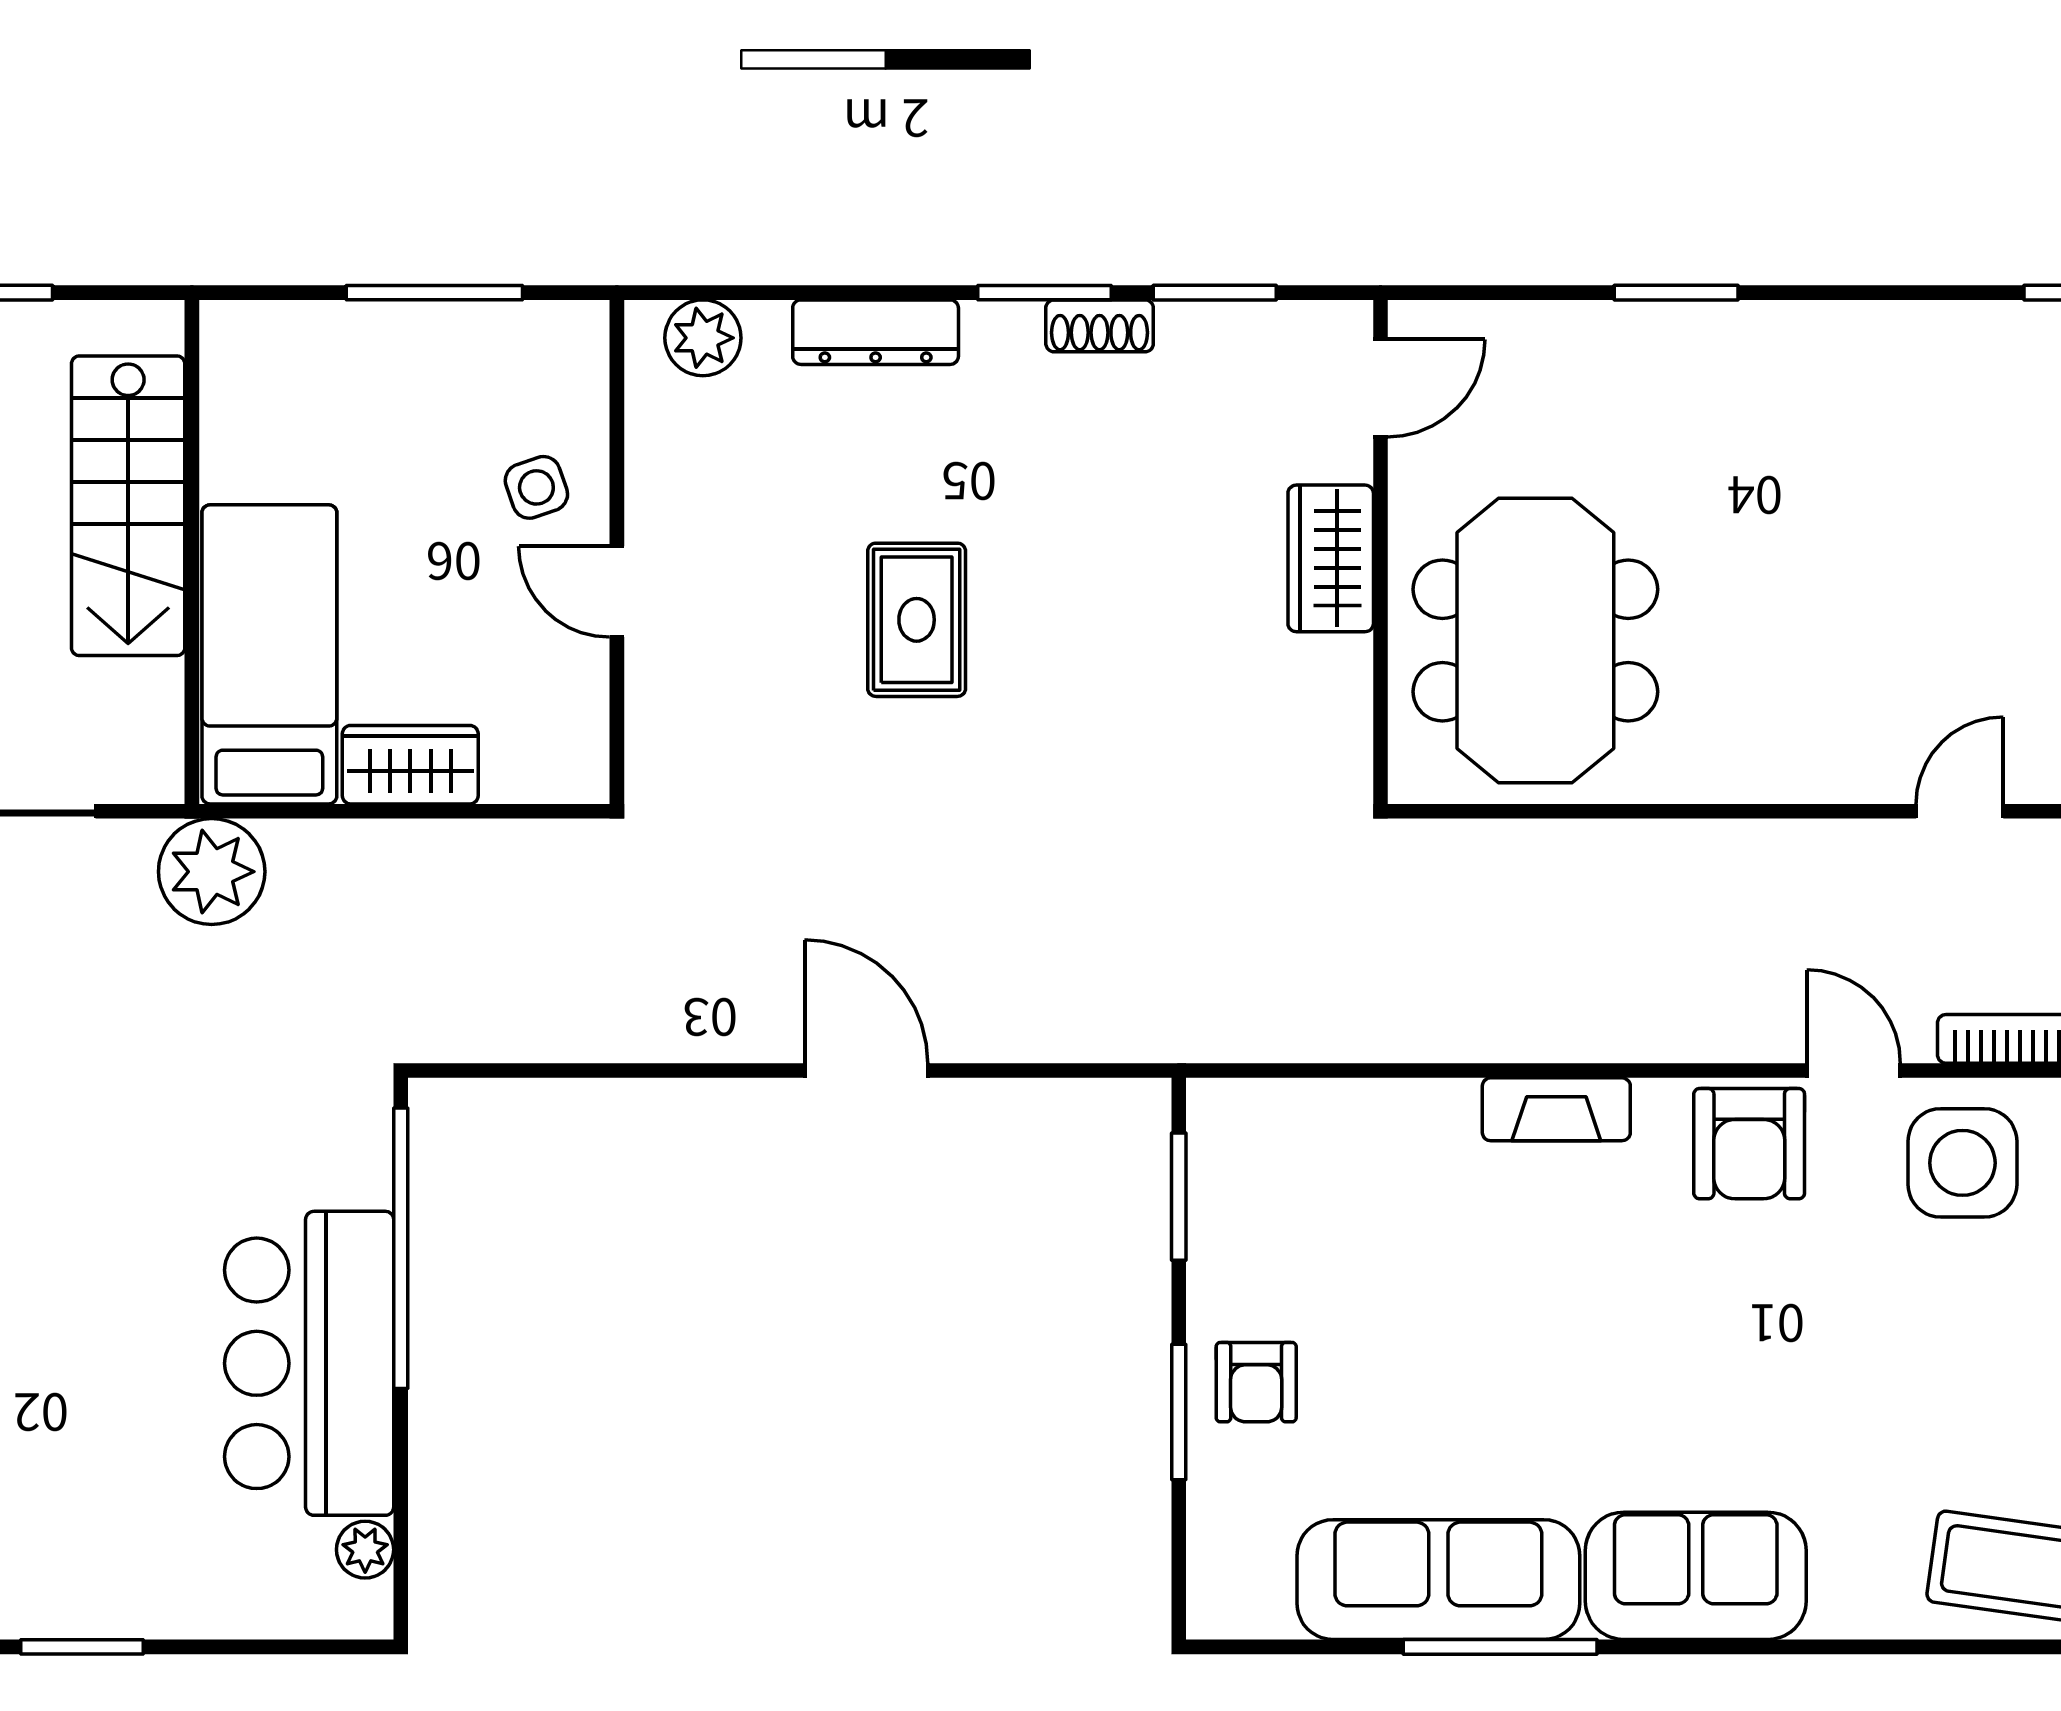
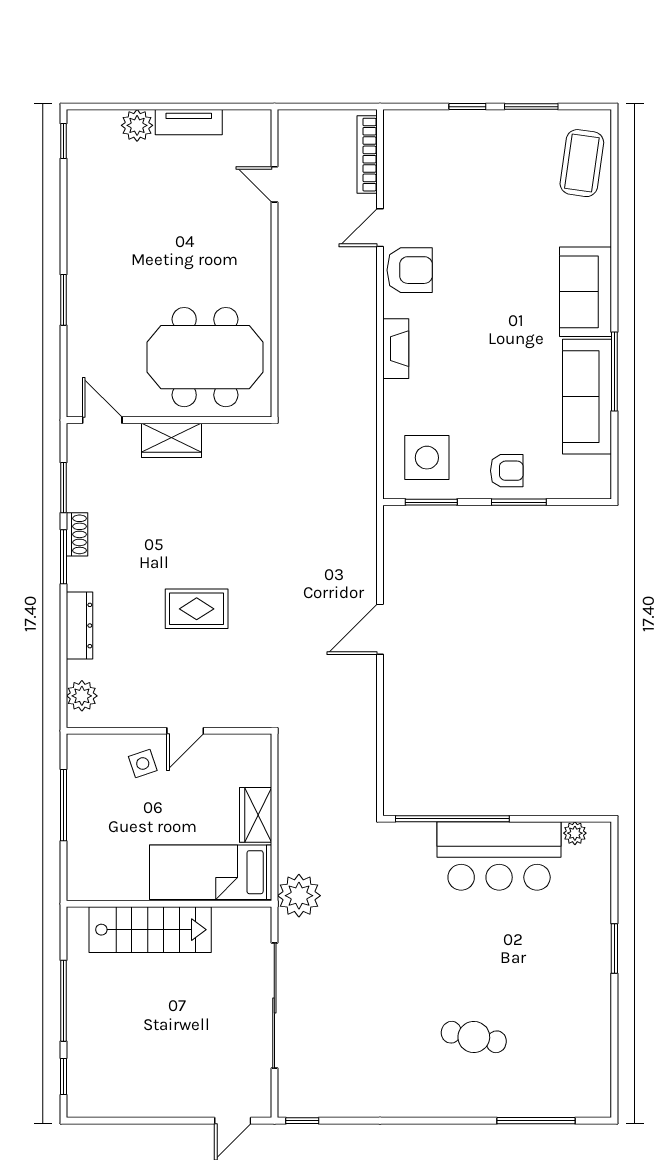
side table: (1962, 1163) -> (427, 458), moved

